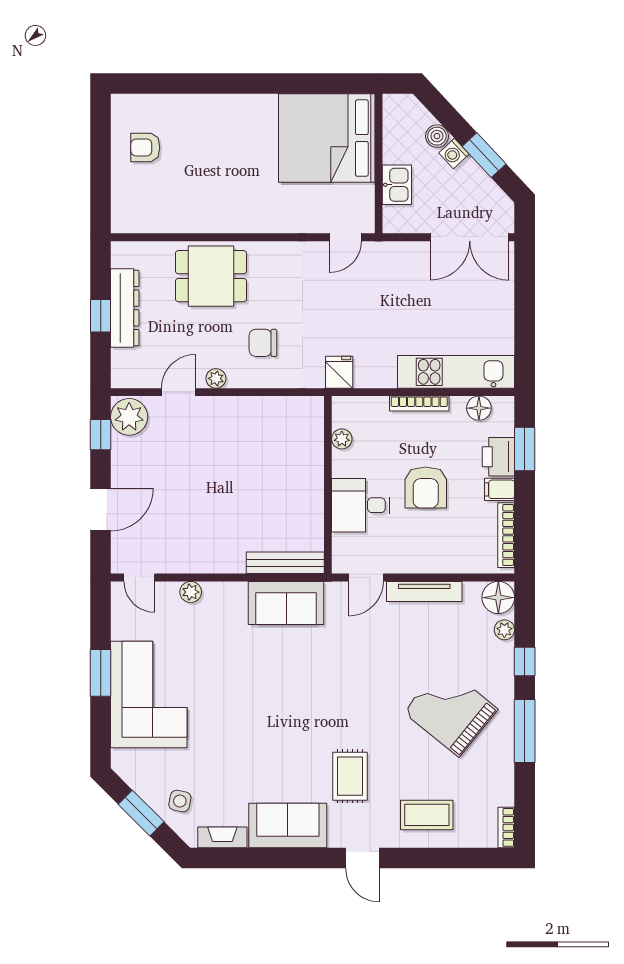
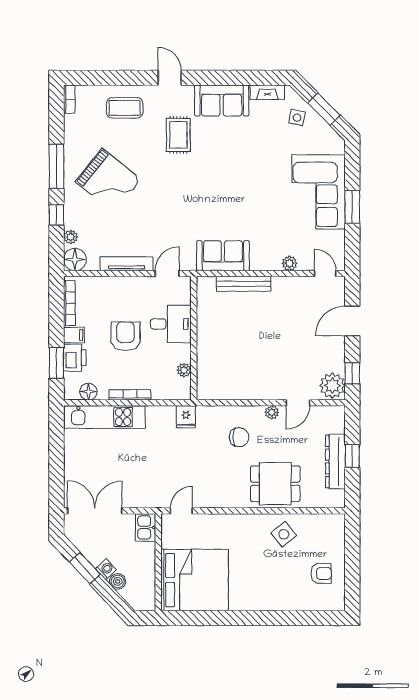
kitchen sink: (397, 185) -> (146, 527), moved
side table: (199, 204) -> (284, 534), added
bench: (285, 563) -> (244, 284), moved

